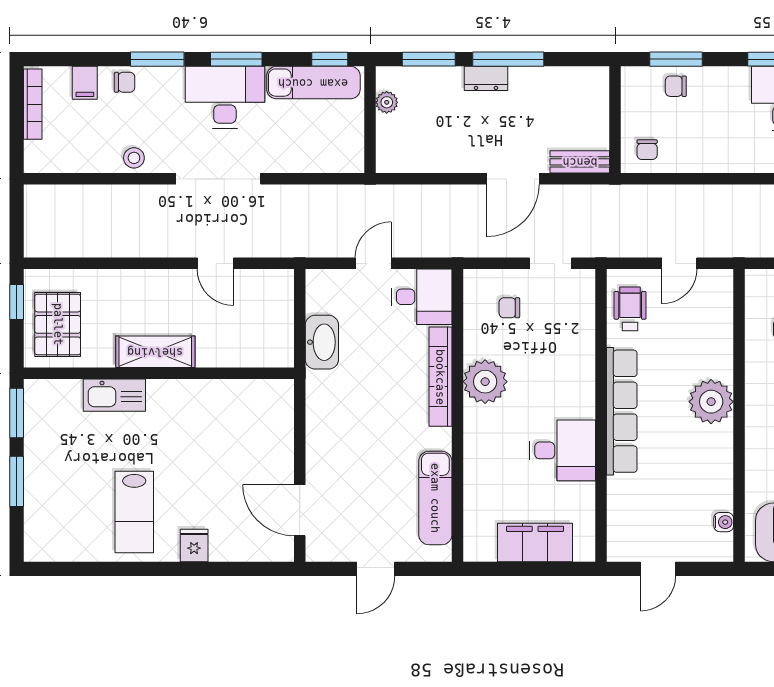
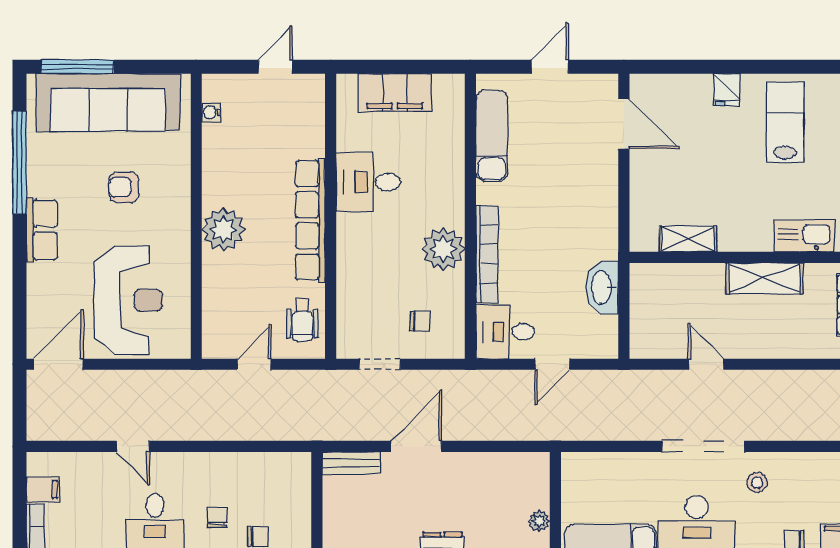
chair: (647, 150) -> (217, 518), moved
stool: (134, 158) -> (757, 483), moved
shelving: (234, 392) -> (688, 239), added

